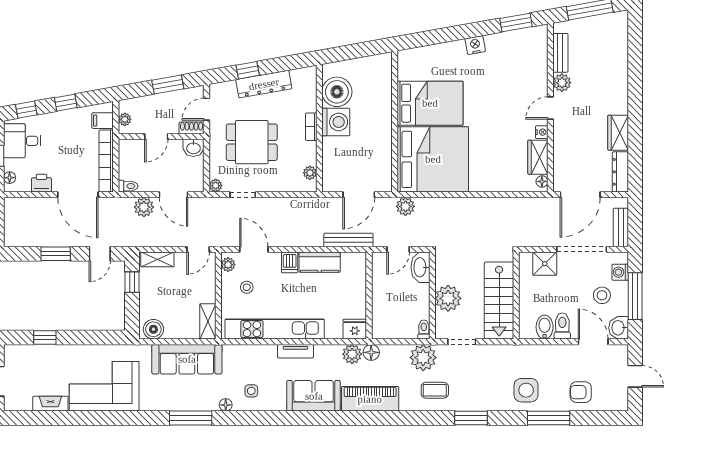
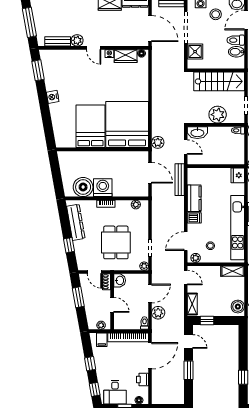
dresser: (264, 84) -> (76, 222), moved

